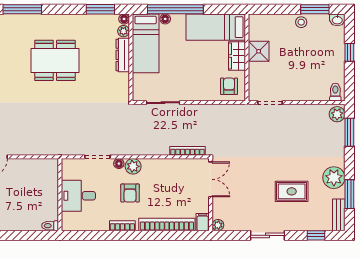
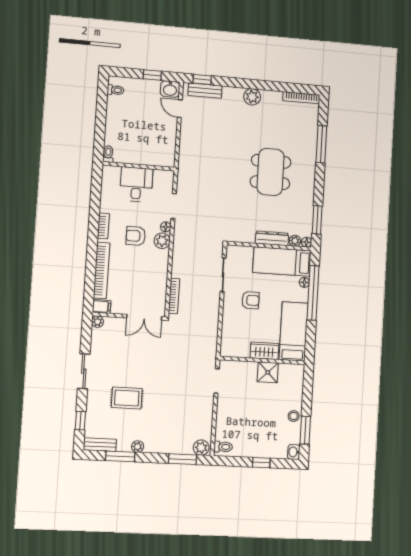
armchair: (229, 86) -> (251, 300), moved
plant: (334, 178) -> (138, 447), width x0.53, depth x0.53
rug: (292, 191) -> (127, 398), turned 90

